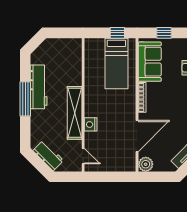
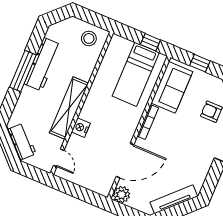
stool: (67, 51) -> (89, 38), added

